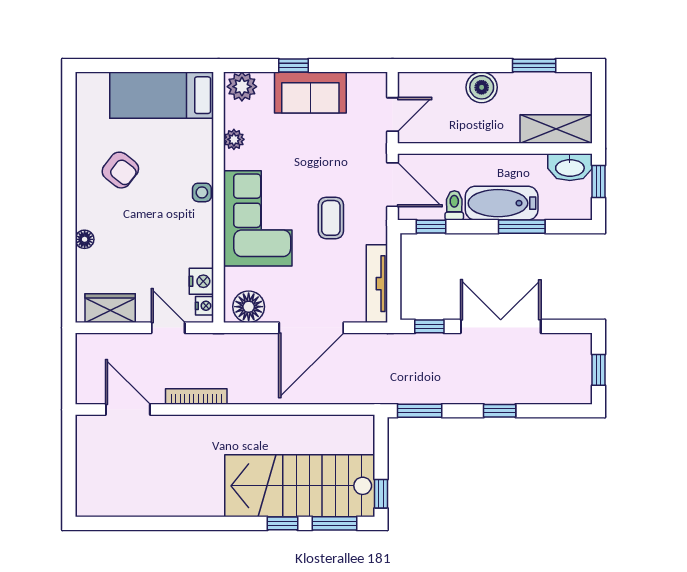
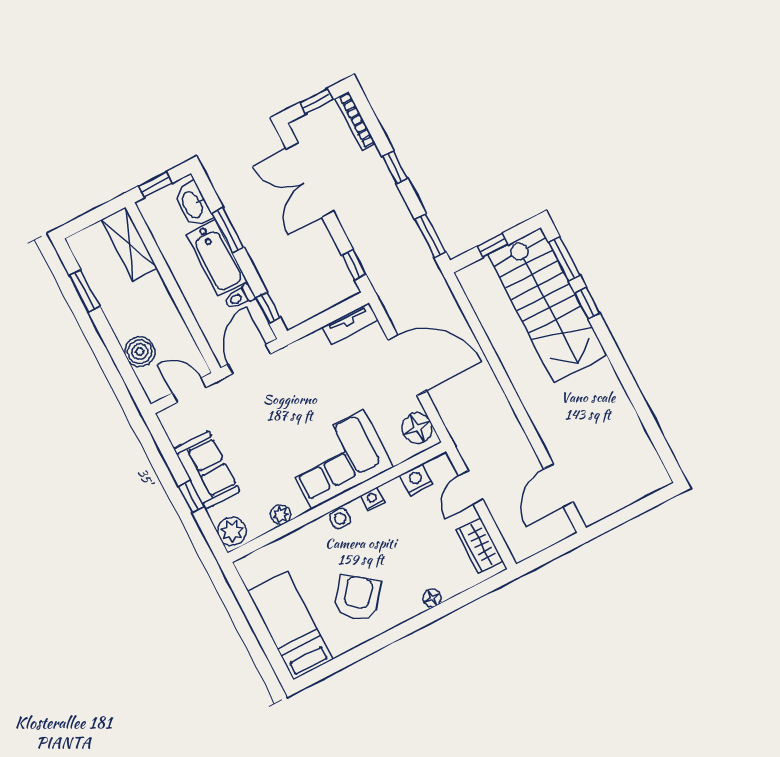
boiler: (482, 87) -> (140, 352), moved
bed: (162, 95) -> (290, 625), moved, turned 180
washbasin: (570, 167) -> (193, 205), moved, turned 180
armchair: (120, 170) -> (357, 598), width x1.38, depth x1.38
coffee table: (331, 218) -> (305, 397), removed
tv unit: (377, 284) -> (350, 324), width x0.71
nightstand: (205, 306) -> (372, 499), moved
double door: (501, 326) -> (310, 180), moved
bookcase: (196, 397) -> (355, 121), moved
window: (381, 494) -> (493, 245), moved

